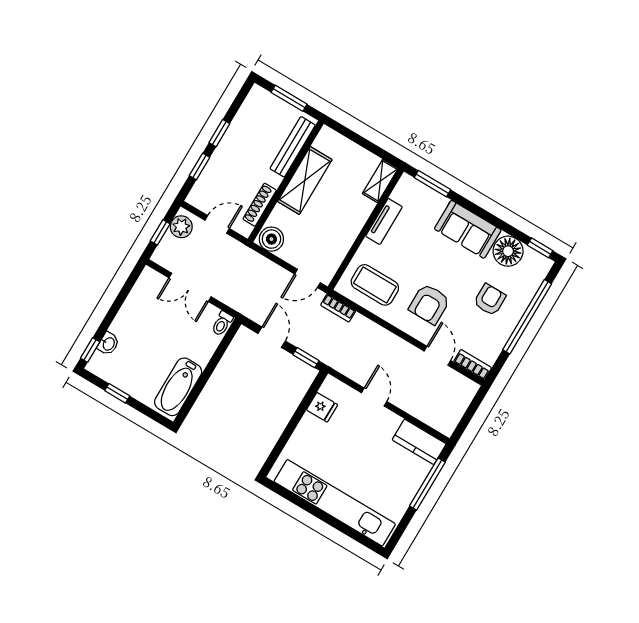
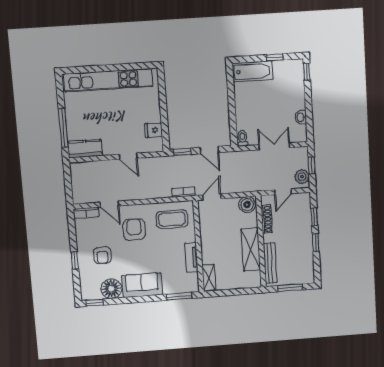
window: (527, 317) -> (75, 260), width x0.32
washbasin: (108, 344) -> (301, 117), moved
bathtub: (178, 387) -> (253, 71), moved, turned 90

